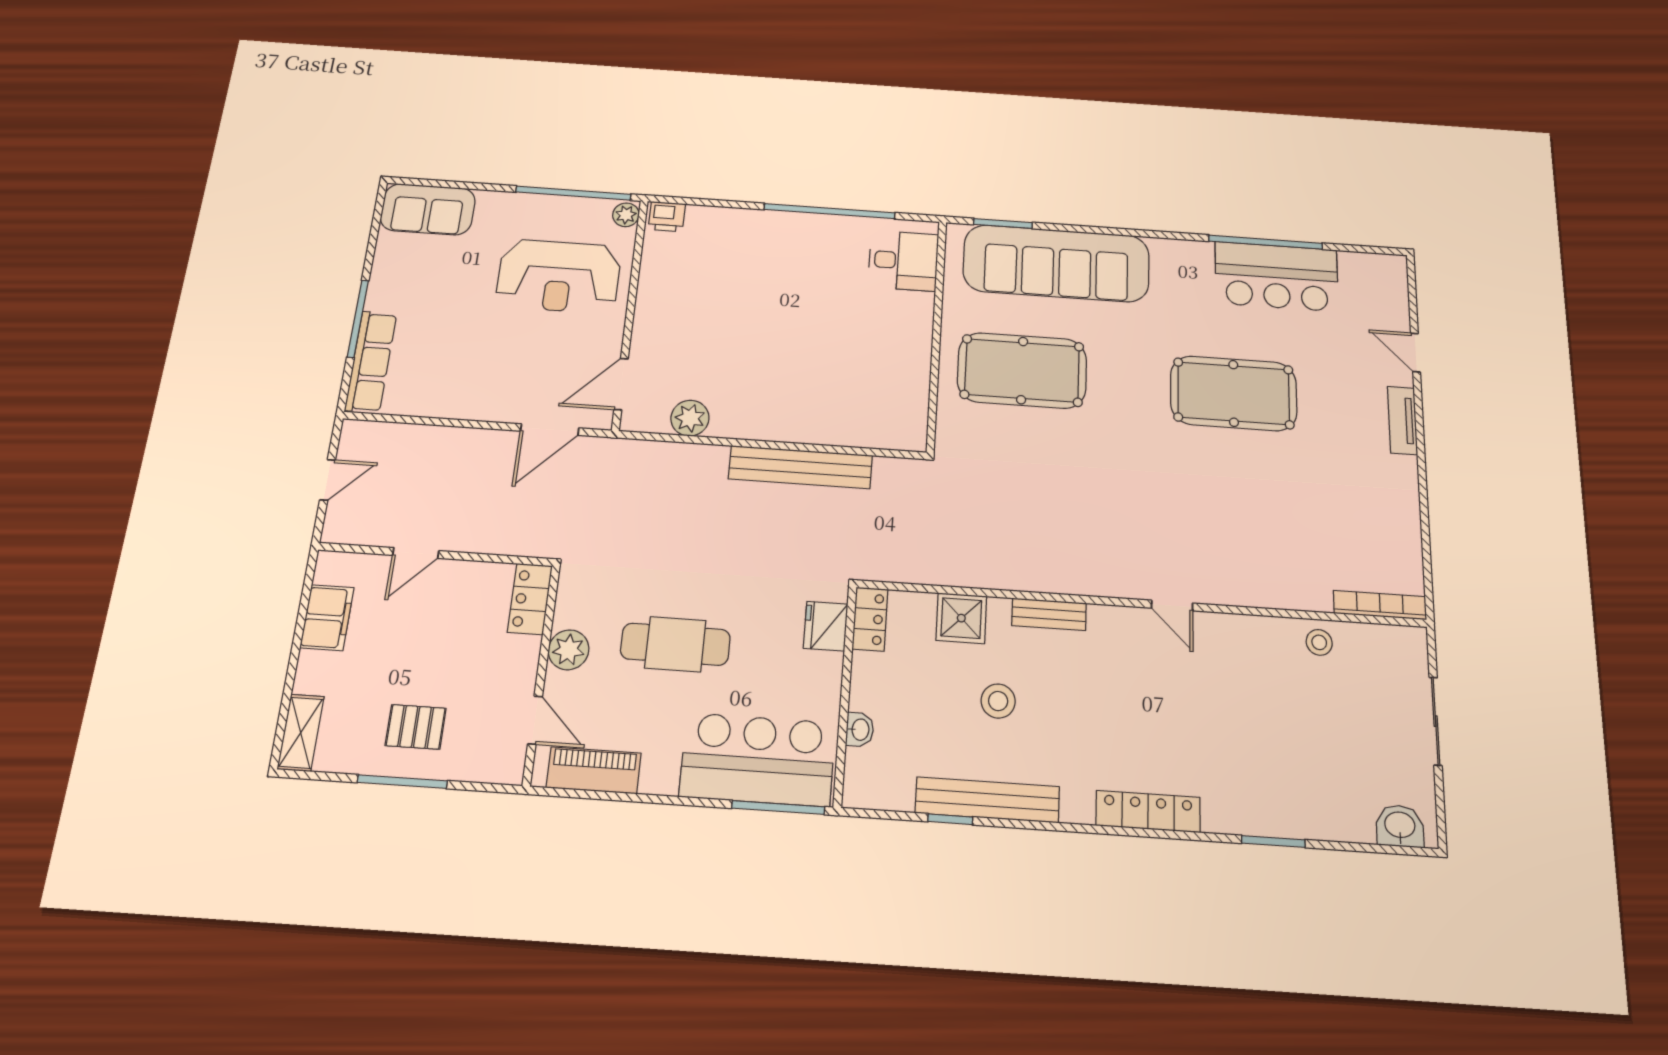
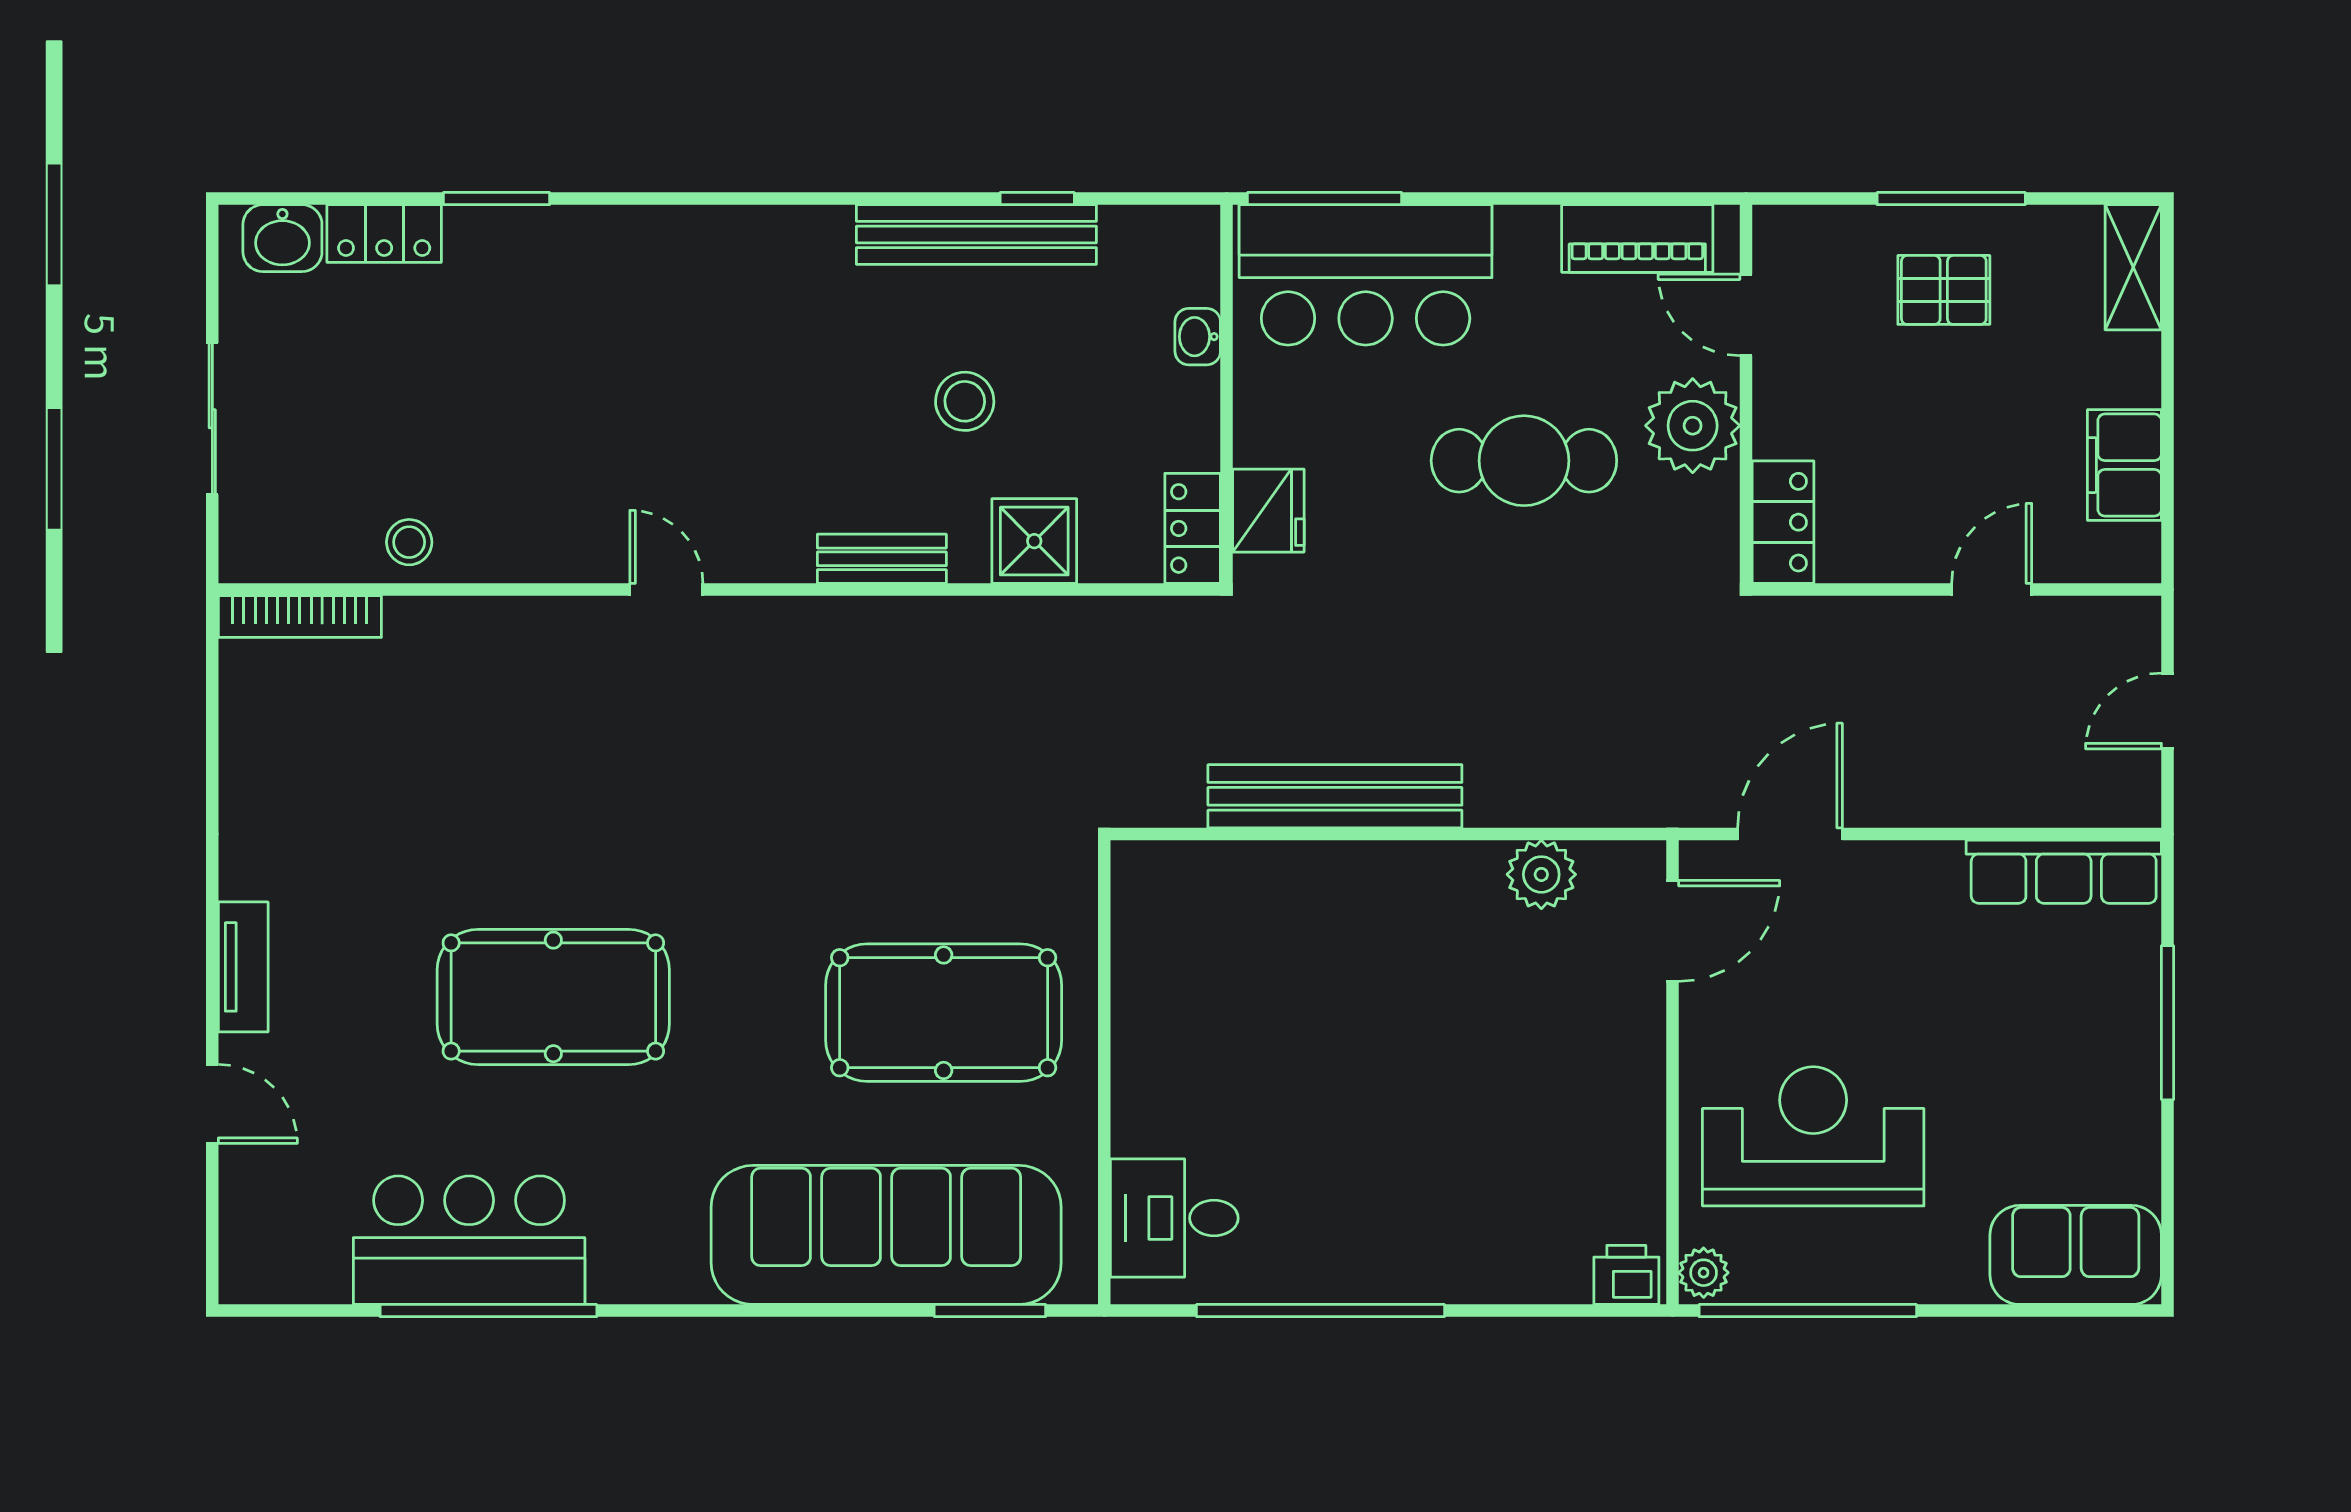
row of seats: (371, 362) -> (2064, 872), moved, turned -90
plant: (569, 650) -> (1693, 426), width x1.36, depth x1.36
locker: (1148, 811) -> (384, 234), moved, width x0.66

